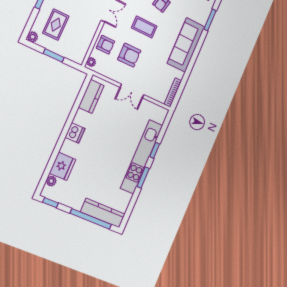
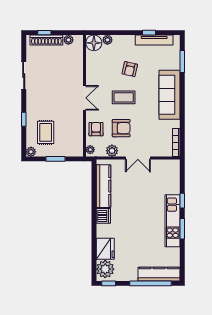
armchair: (105, 45) -> (96, 129), turned -90
plant: (111, 73) -> (112, 151), added
kitchen counter: (91, 96) -> (103, 186), width x1.50
kitchen unit: (142, 157) -> (173, 221), width x0.73
plant: (51, 181) -> (105, 269), width x1.88, depth x1.88

